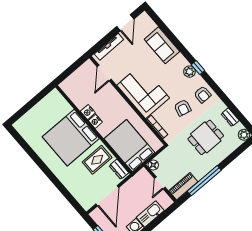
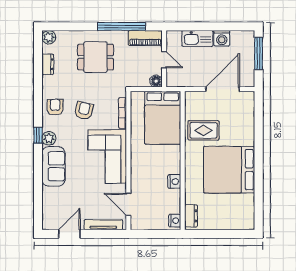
sofa: (162, 45) -> (53, 166), moved
door: (104, 73) -> (128, 204), swing flipped
nightstand: (95, 121) -> (175, 221), moved
dining table: (206, 137) -> (96, 57), moved
bed: (71, 138) -> (229, 170), moved, turned 180
dresser: (119, 169) -> (191, 216), moved
door: (160, 183) -> (164, 60), hinge flipped

